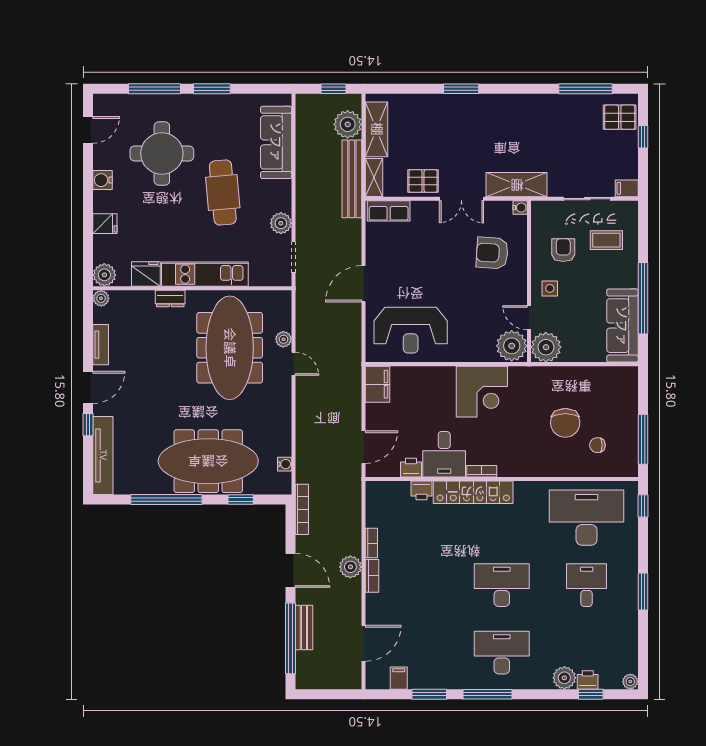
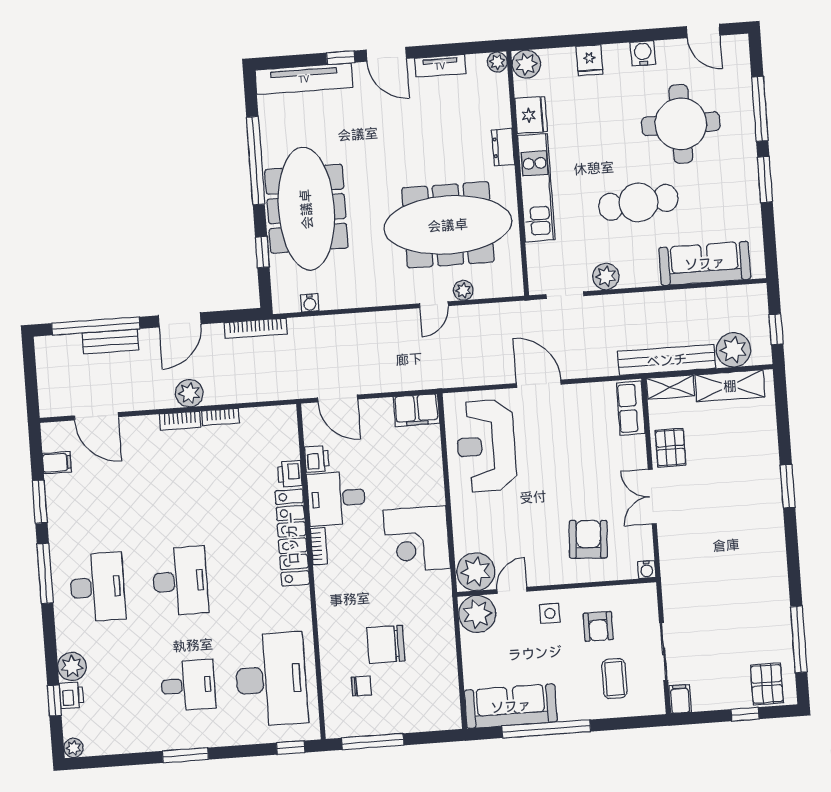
shelving: (517, 185) -> (675, 563), removed
armchair: (563, 250) -> (598, 626), turned 90
chair: (597, 445) -> (361, 686), turned 90

